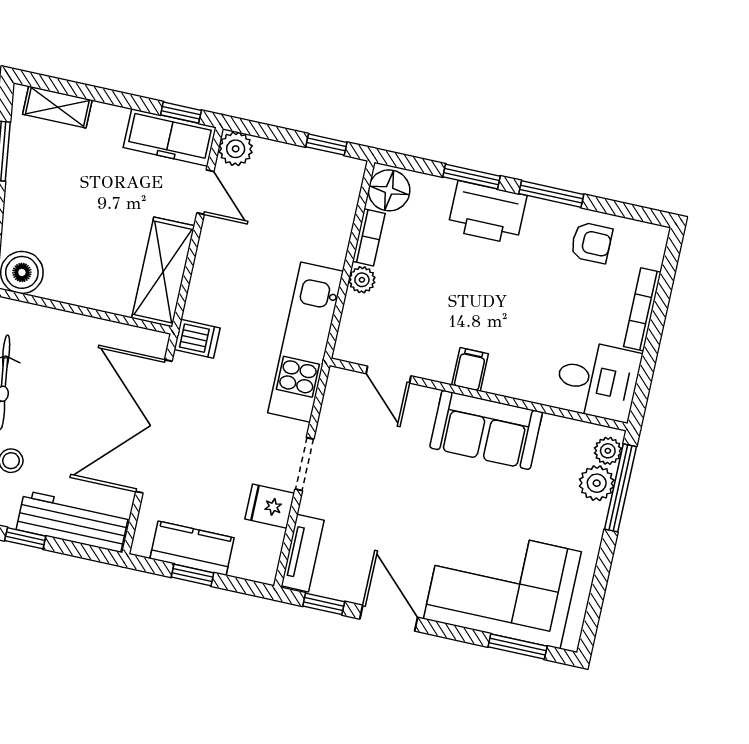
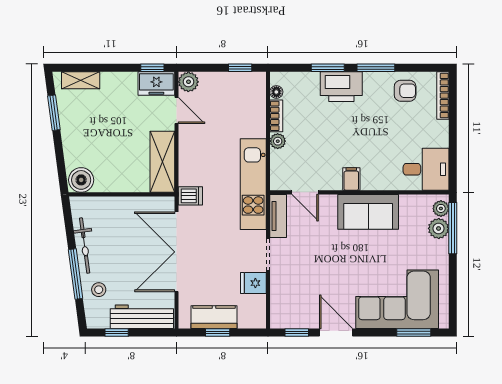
freezer: (170, 137) -> (156, 84), width x0.71
floor lamp: (389, 190) -> (276, 92), width x0.53, depth x0.53
bookcase: (642, 309) -> (443, 96), moved
tv unit: (303, 553) -> (278, 216), moved

